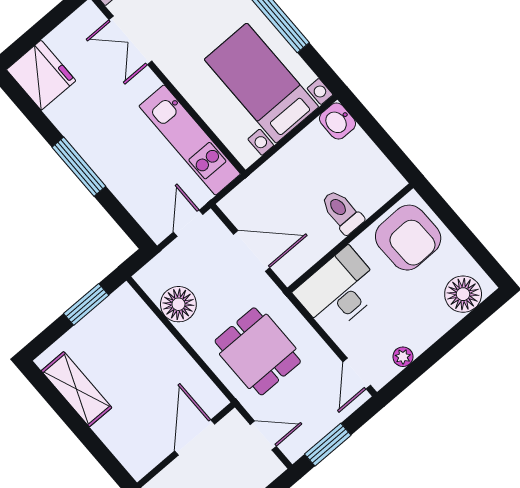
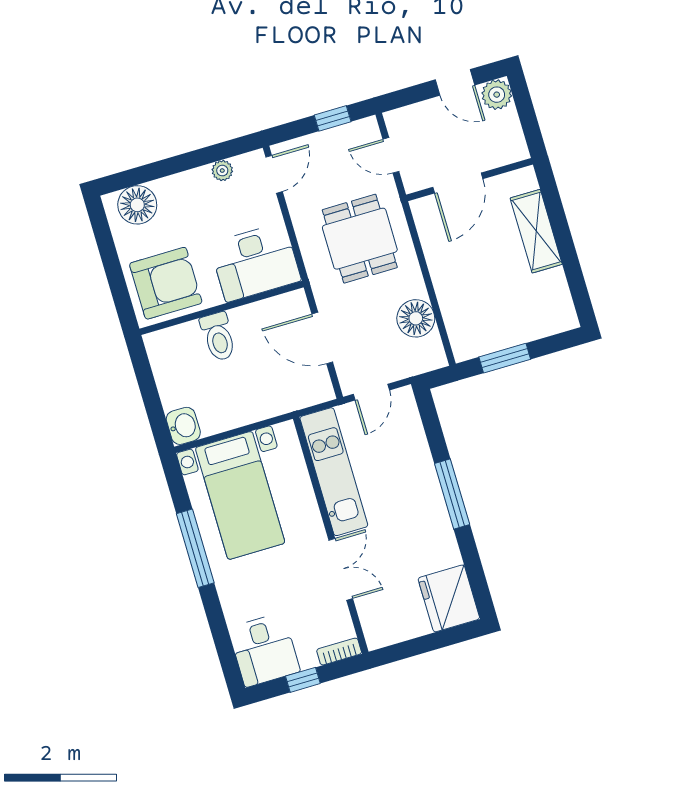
double door: (130, 40) -> (341, 569), moved
armchair: (408, 238) -> (166, 283), turned 91
shelving: (77, 389) -> (536, 231), moved
window: (328, 445) -> (333, 118), width x0.67

